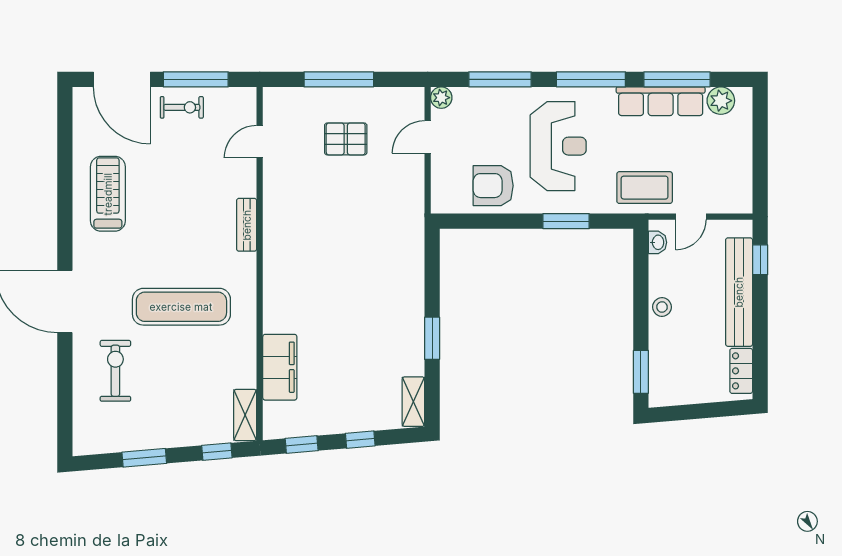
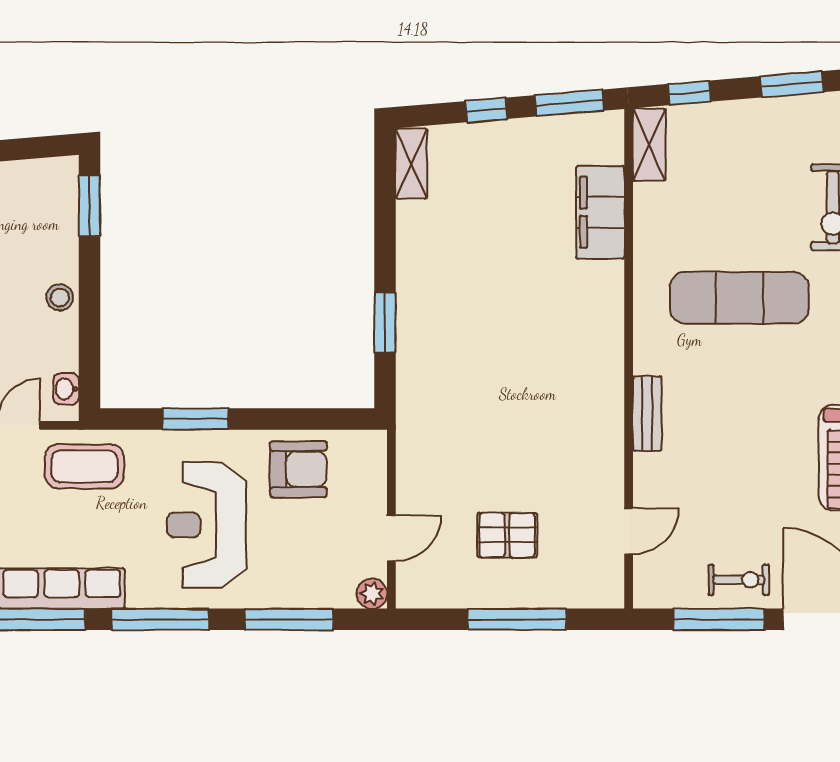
exercise bike: (182, 107) -> (739, 580), turned 180
window: (432, 338) -> (385, 323), moved
window: (302, 445) -> (569, 103), width x1.50

